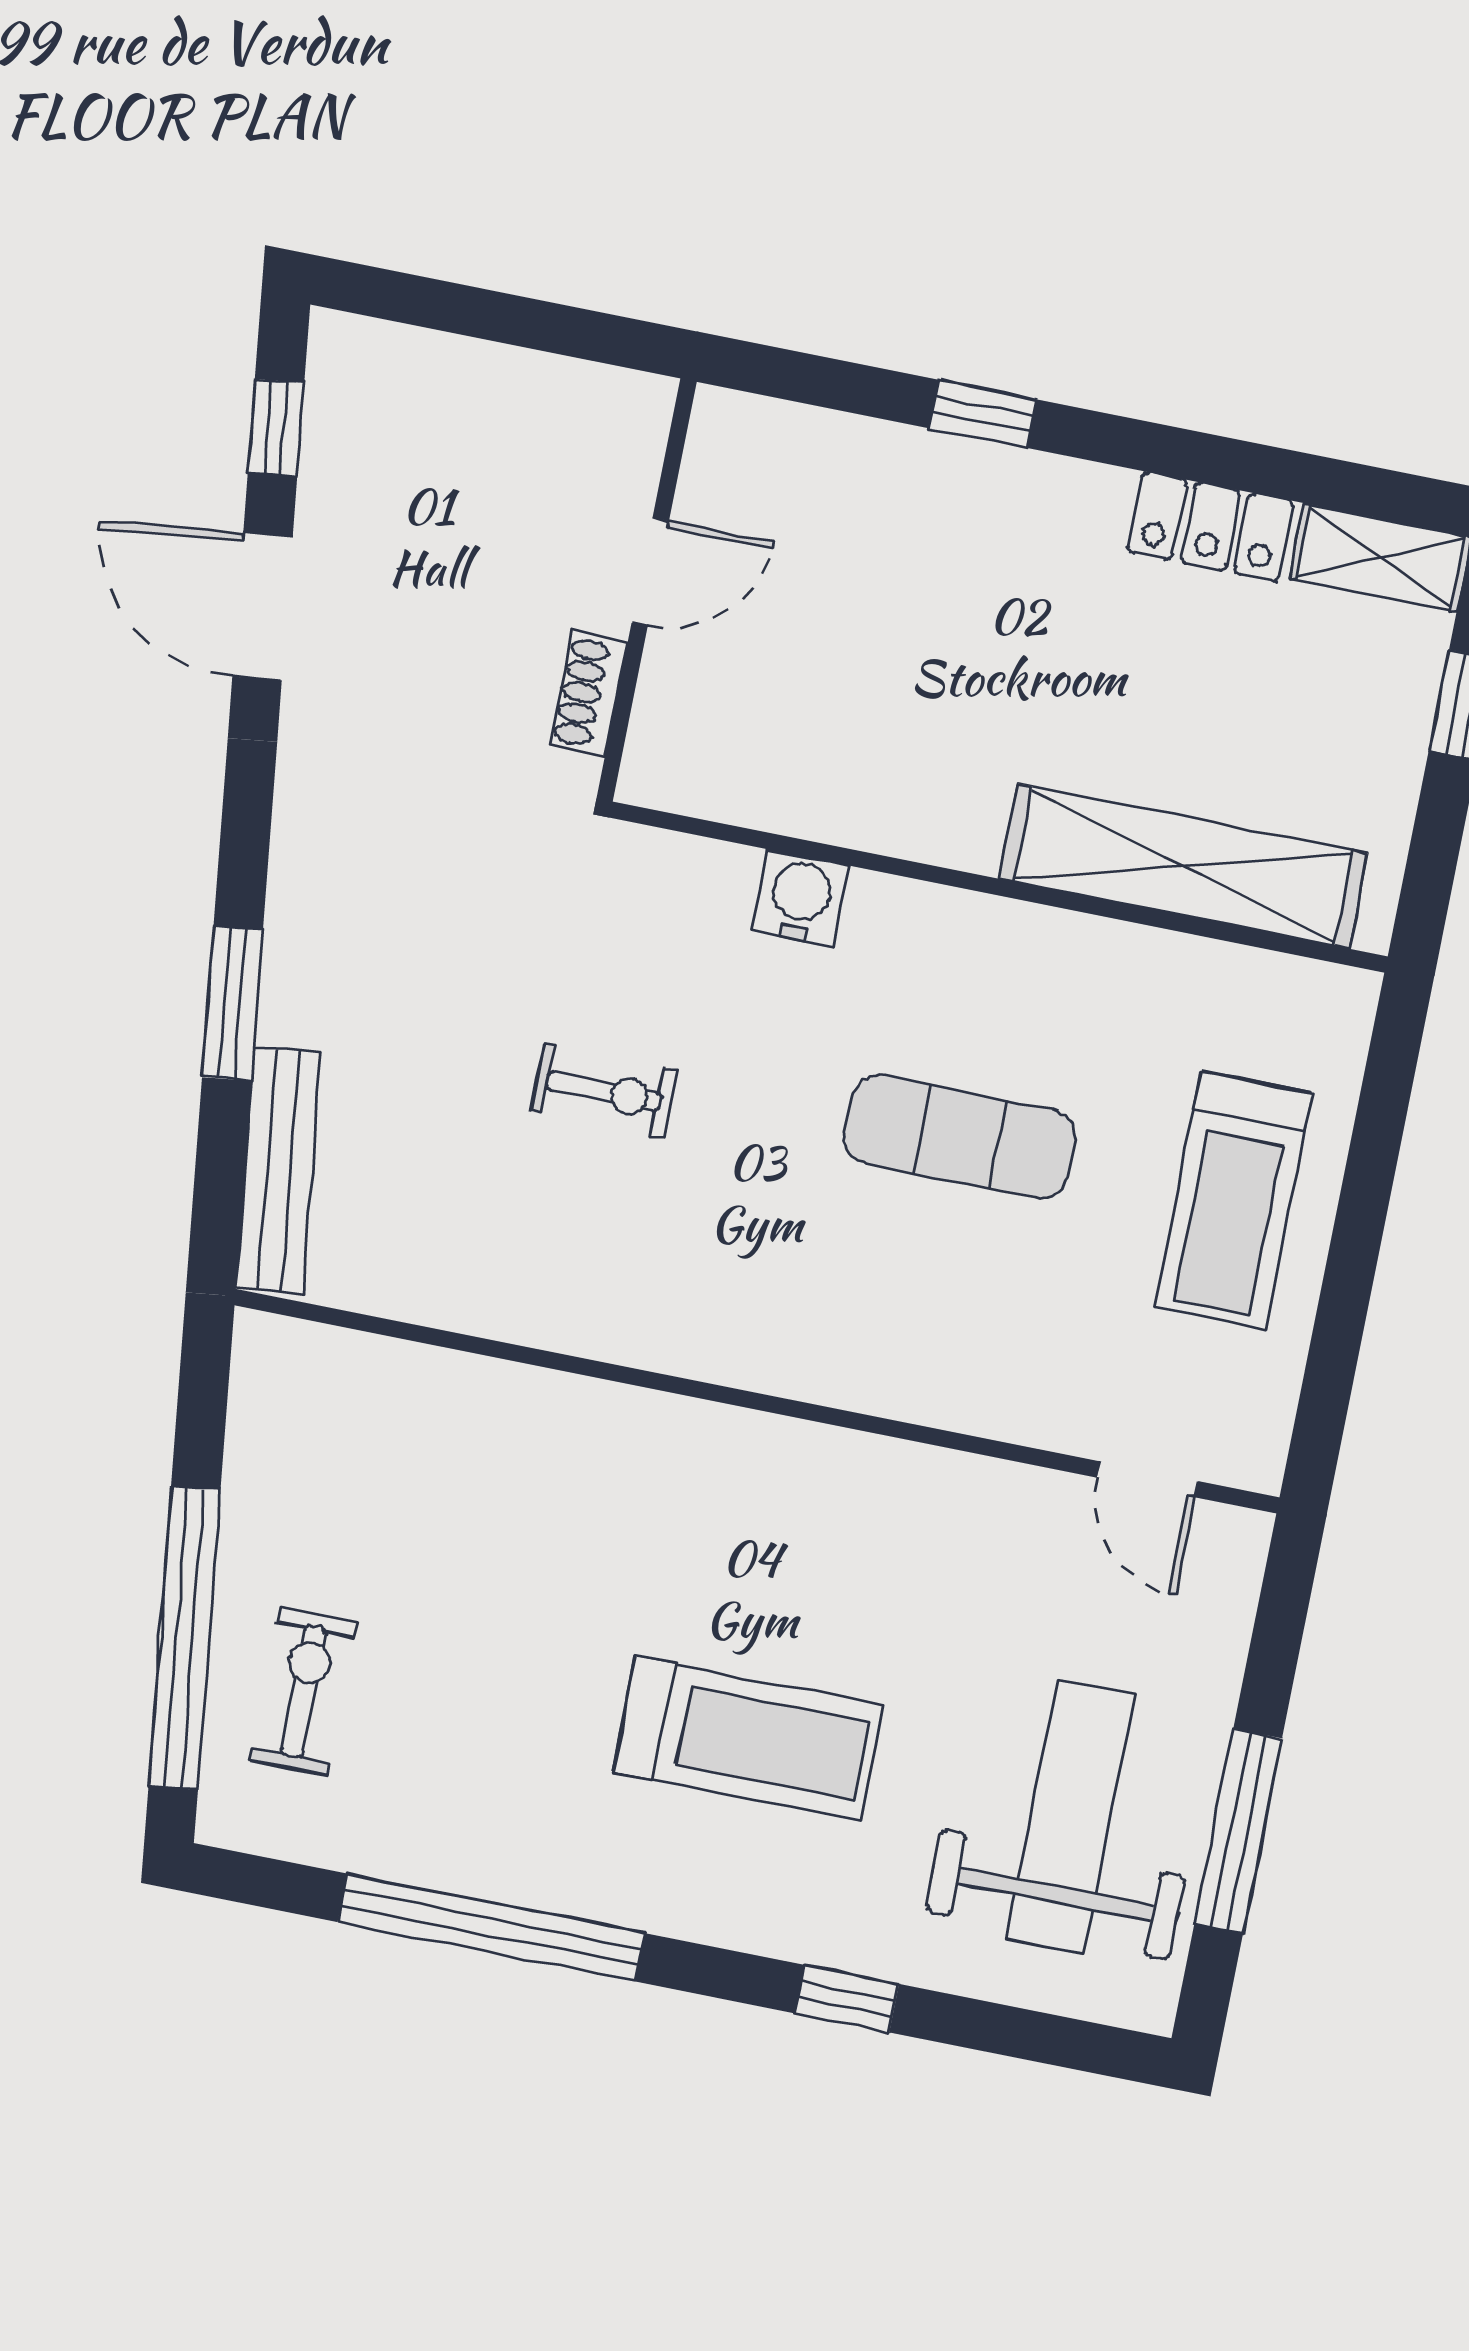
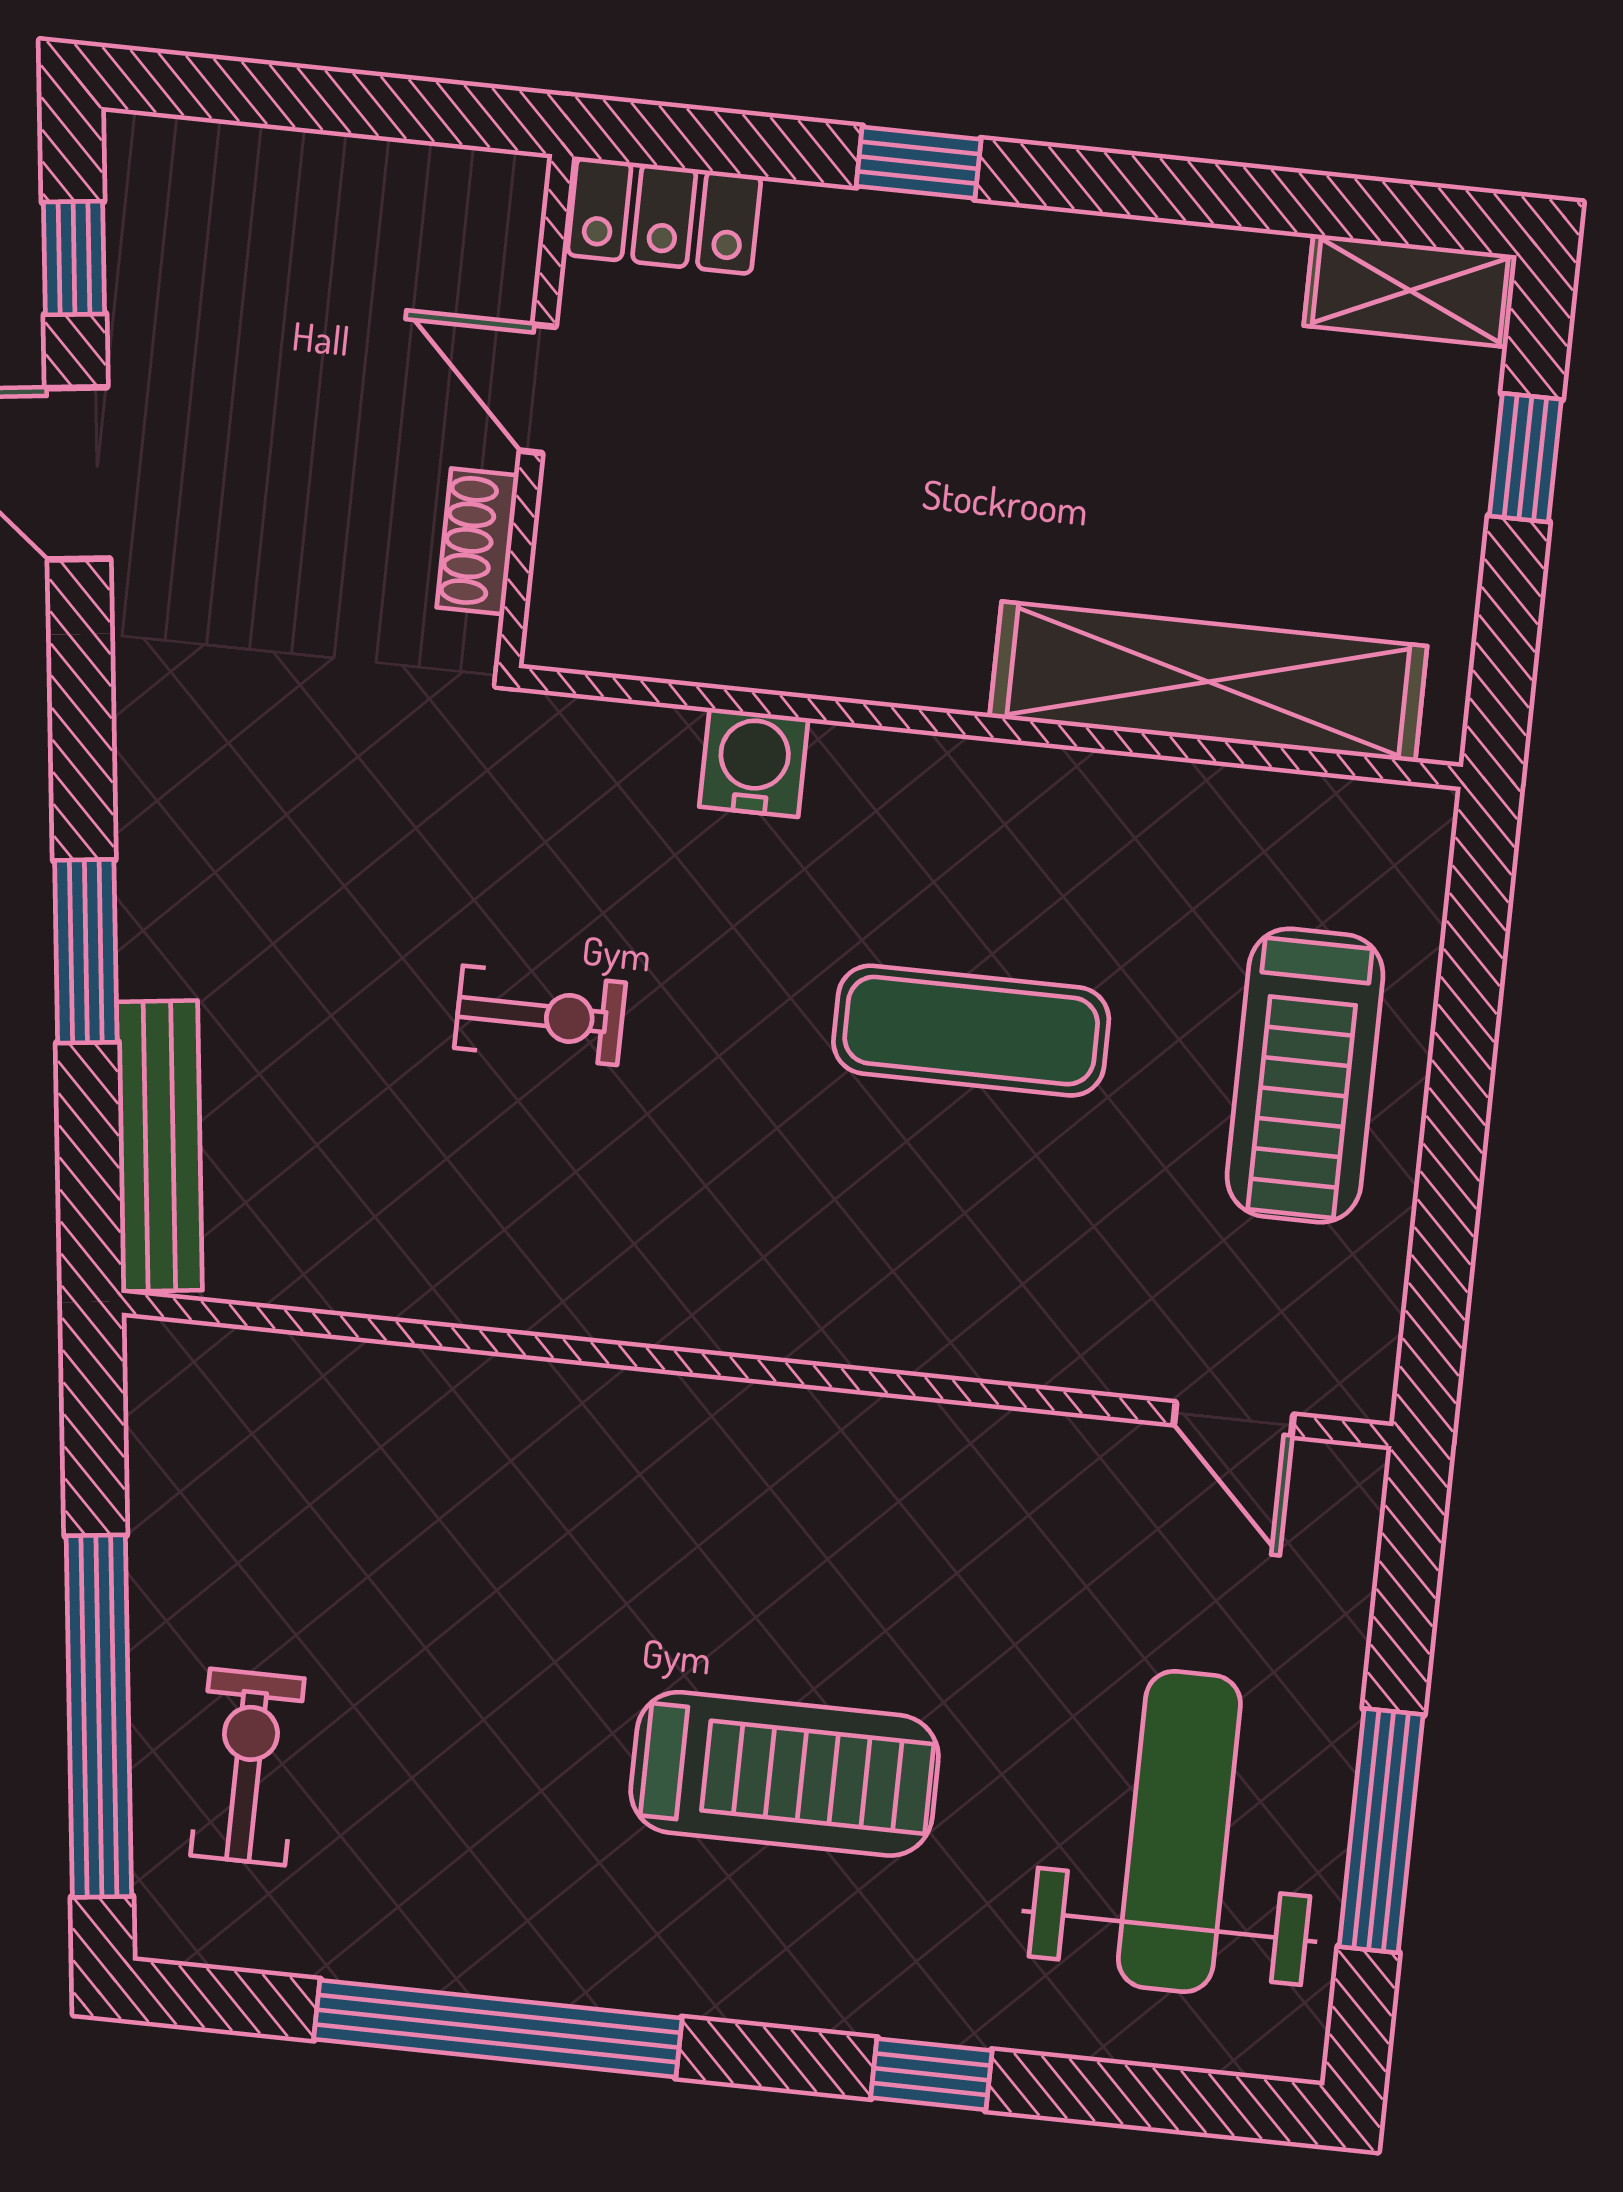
locker: (1210, 526) -> (664, 216), moved
door: (650, 572) -> (538, 389), swing flipped

